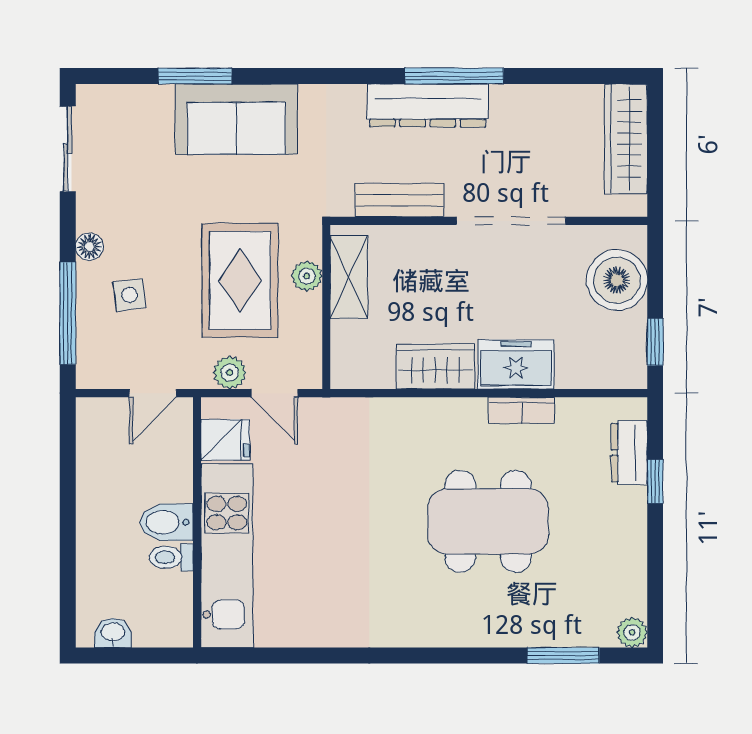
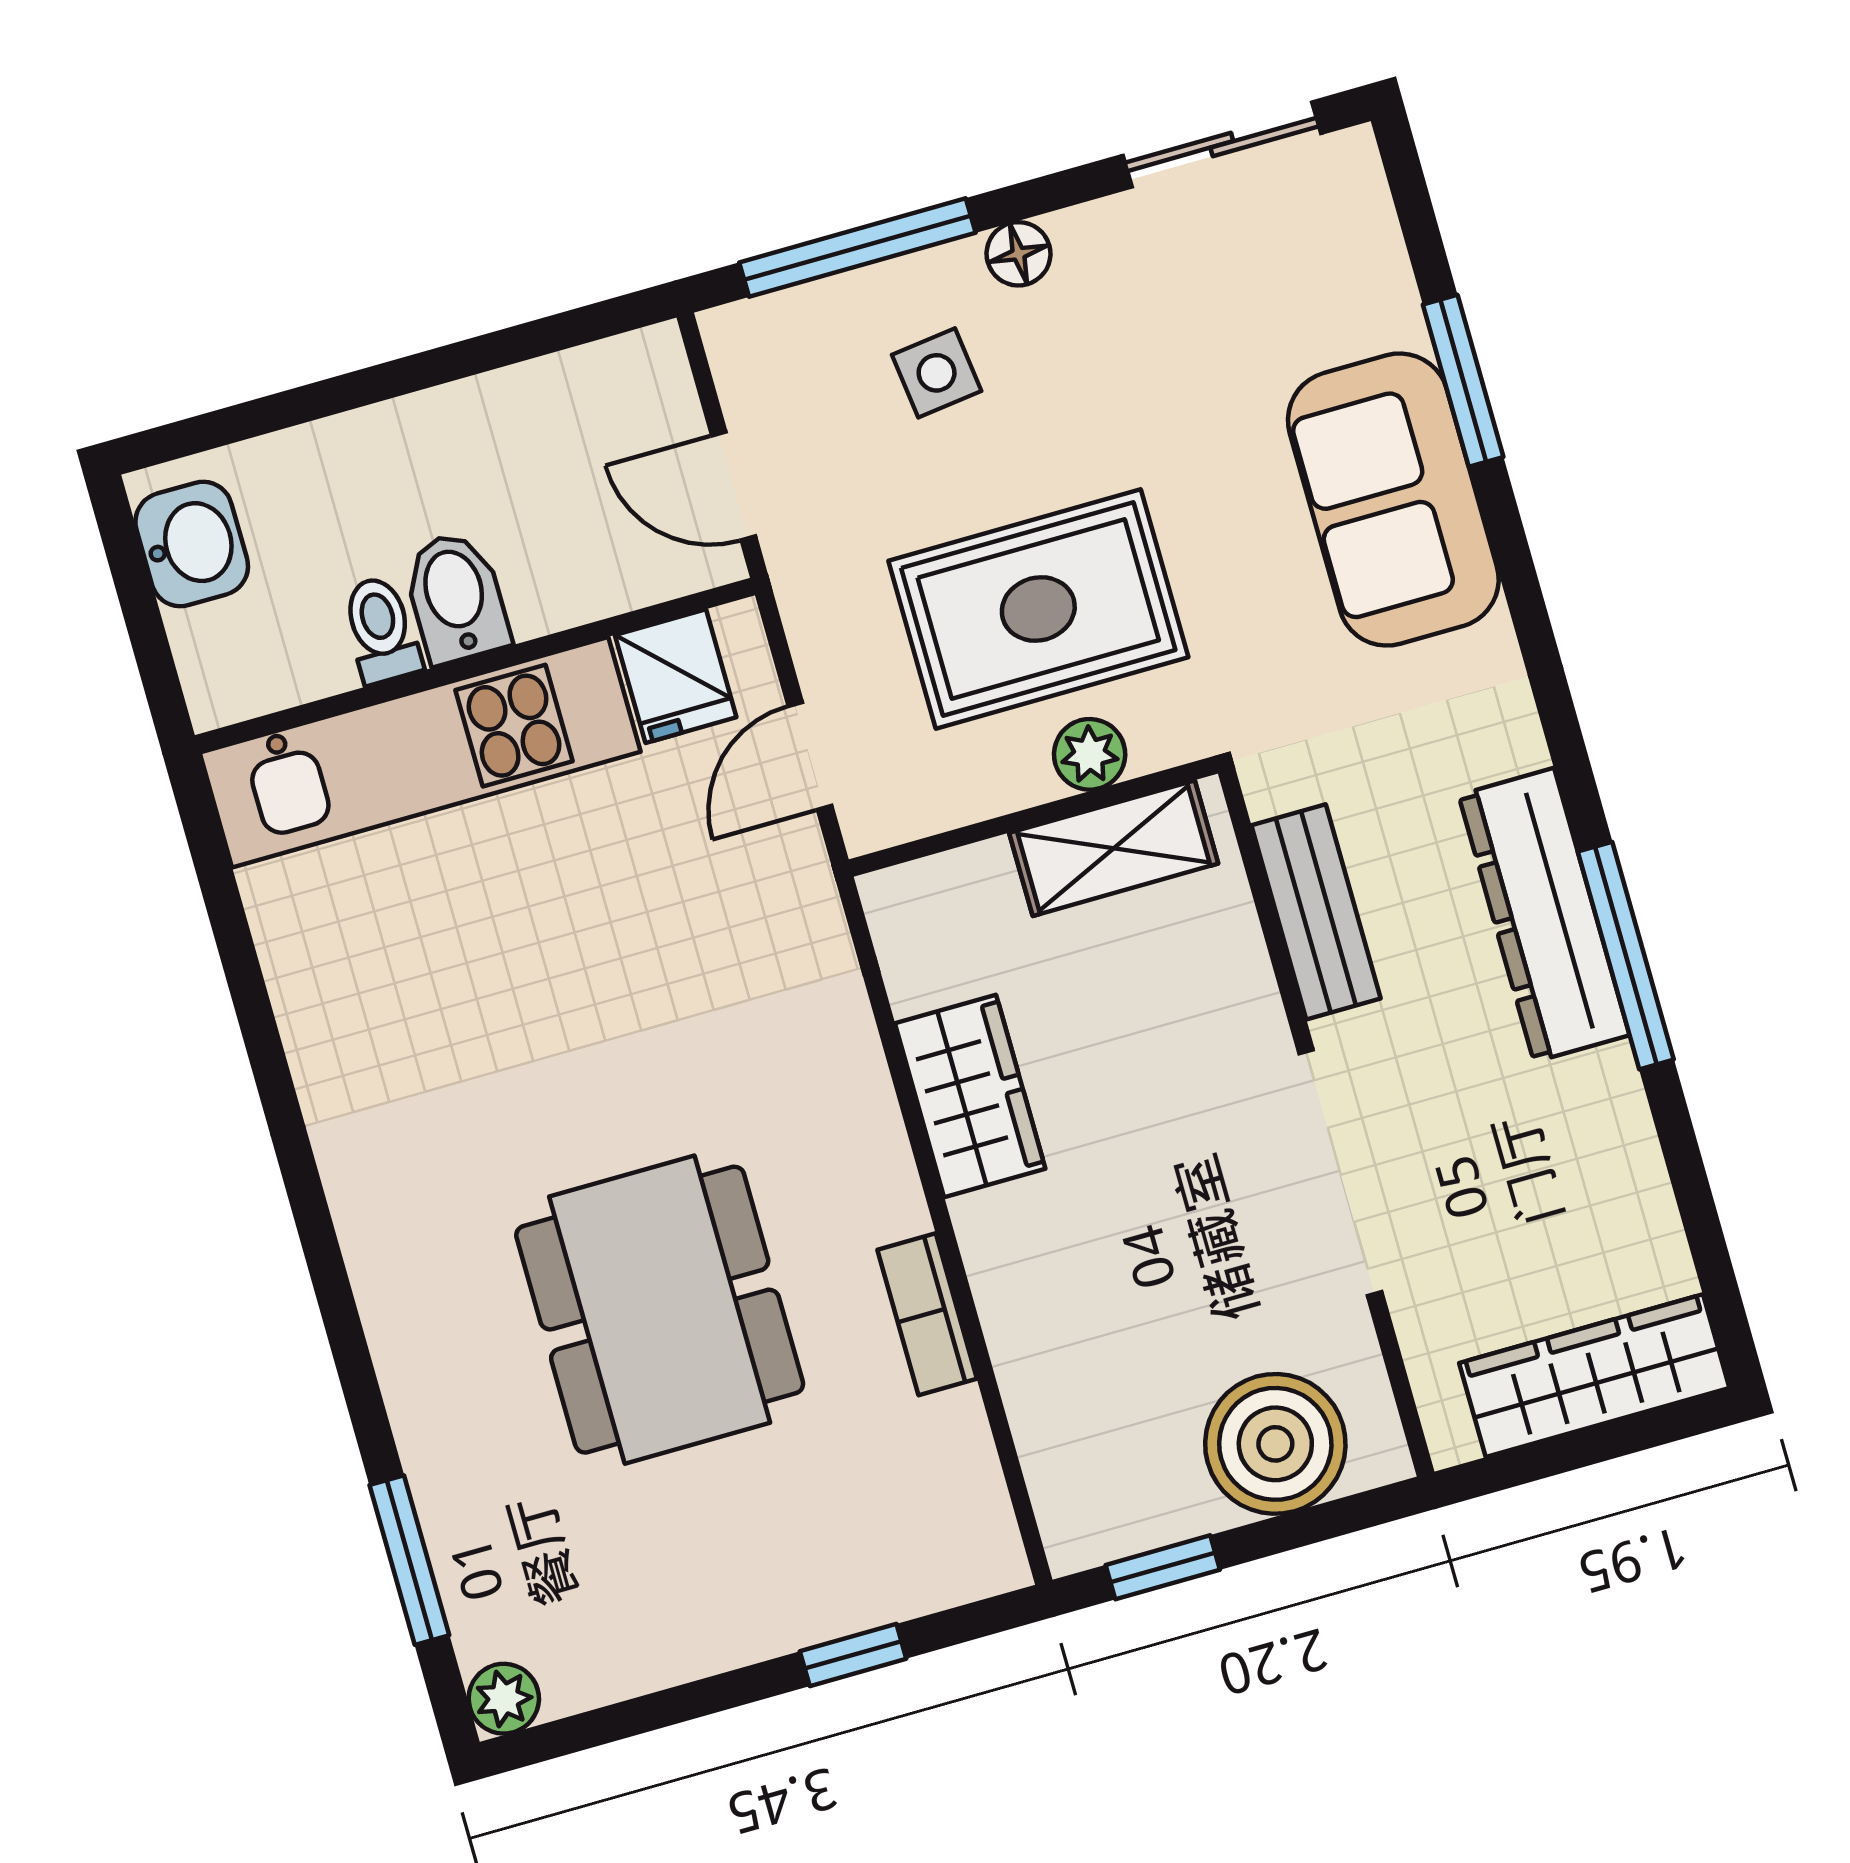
freezer: (516, 364) -> (1025, 1273), removed
plant: (230, 373) -> (827, 644), removed
dresser: (629, 453) -> (901, 1580), removed
washbasin: (113, 633) -> (192, 544), width x1.38, depth x1.45

